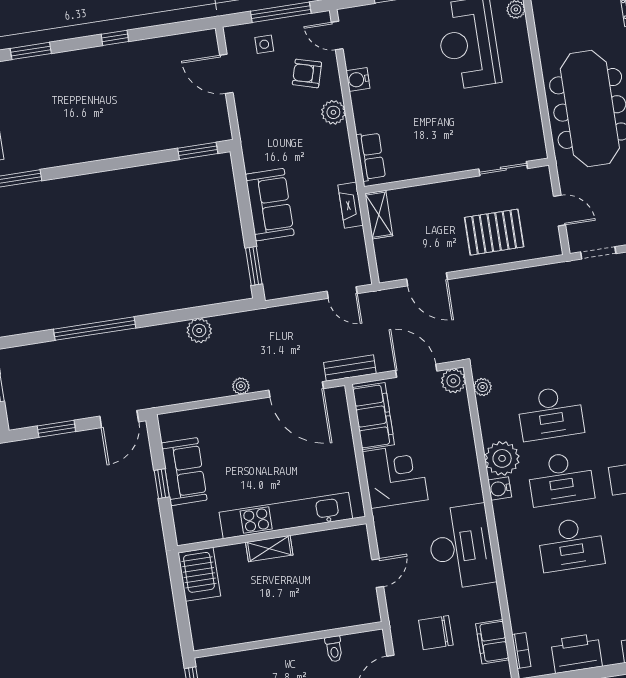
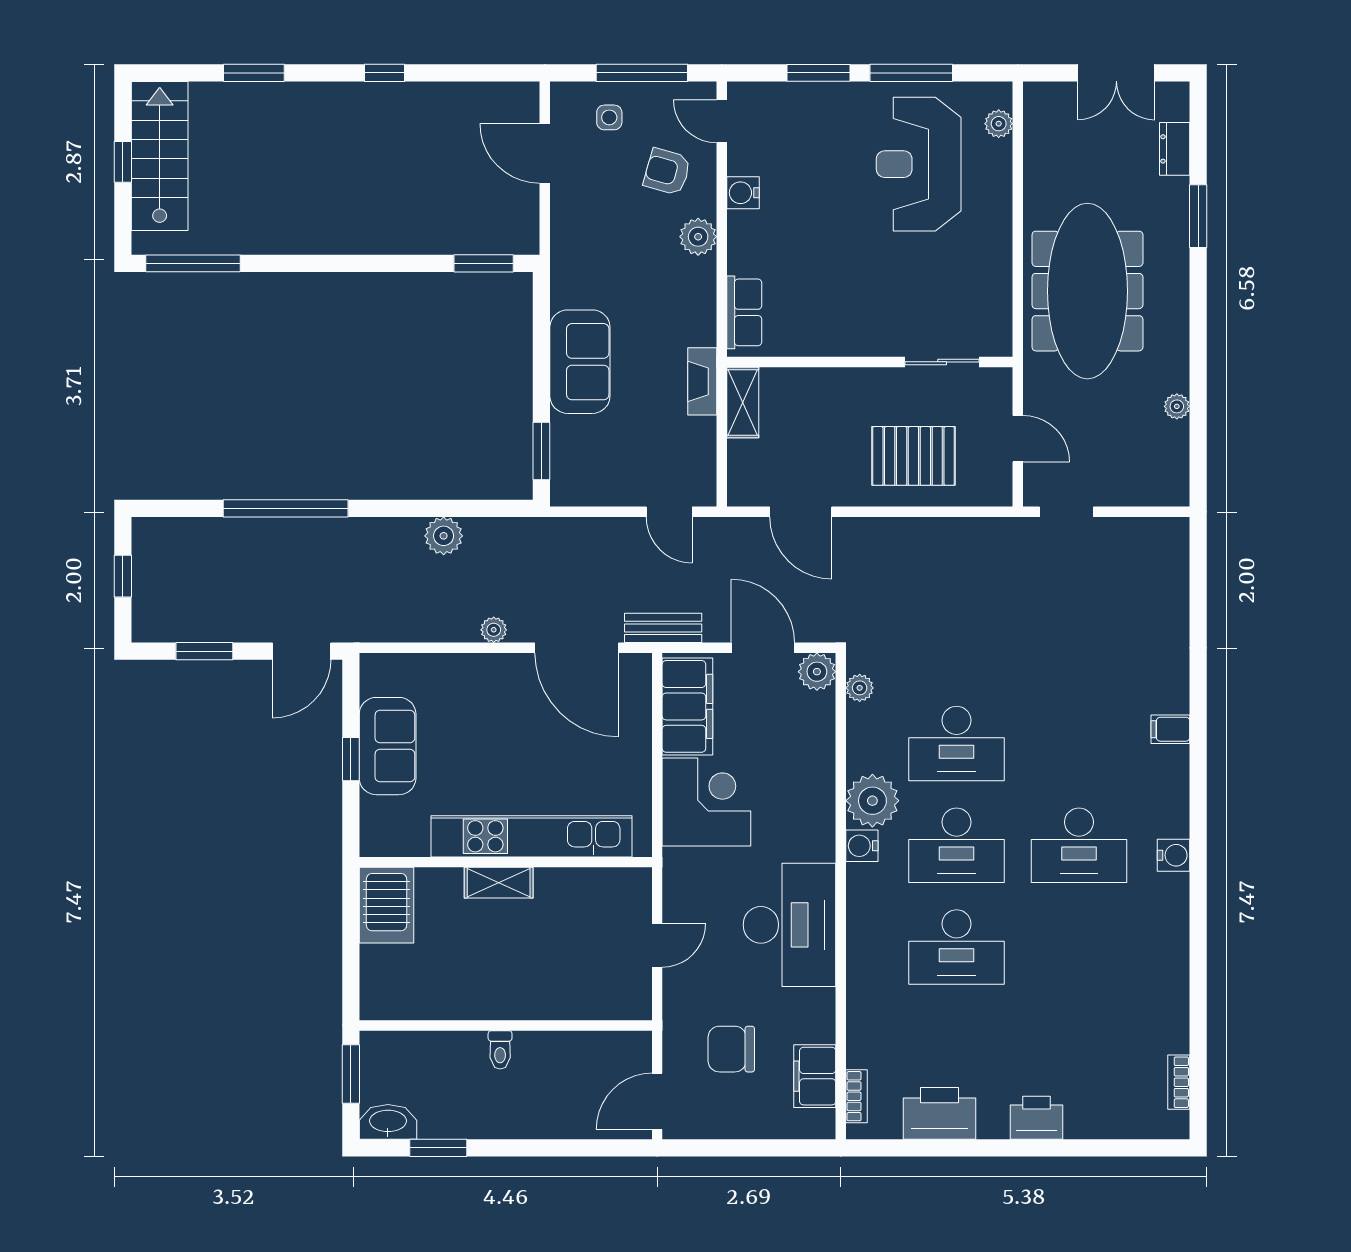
toilet: (334, 649) -> (500, 1050), moved

